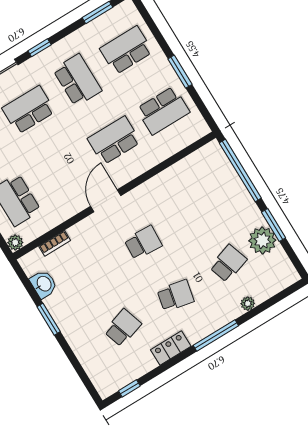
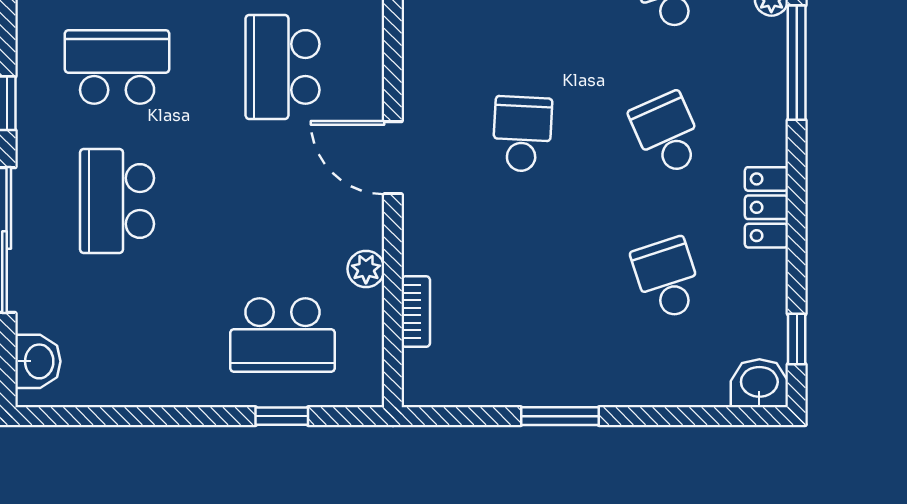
plant: (15, 242) -> (366, 269), moved
washbasin: (44, 284) -> (759, 383), moved
school desk: (175, 296) -> (667, 134), turned -36
window: (216, 336) -> (797, 63), moved

